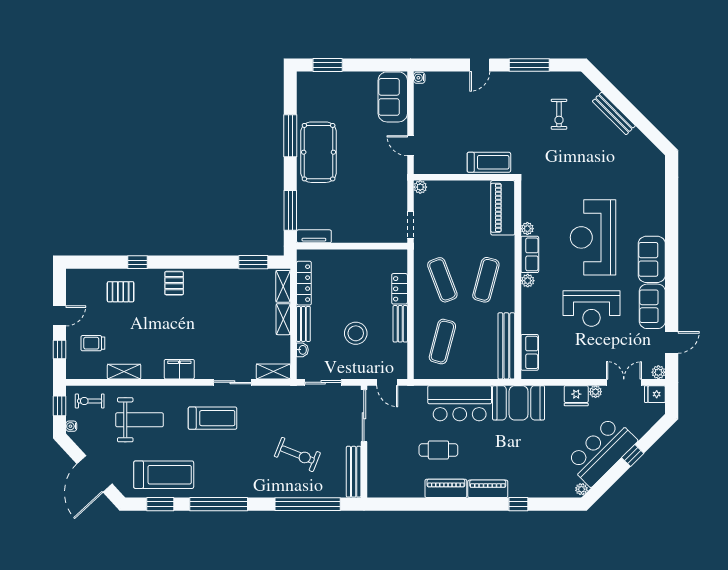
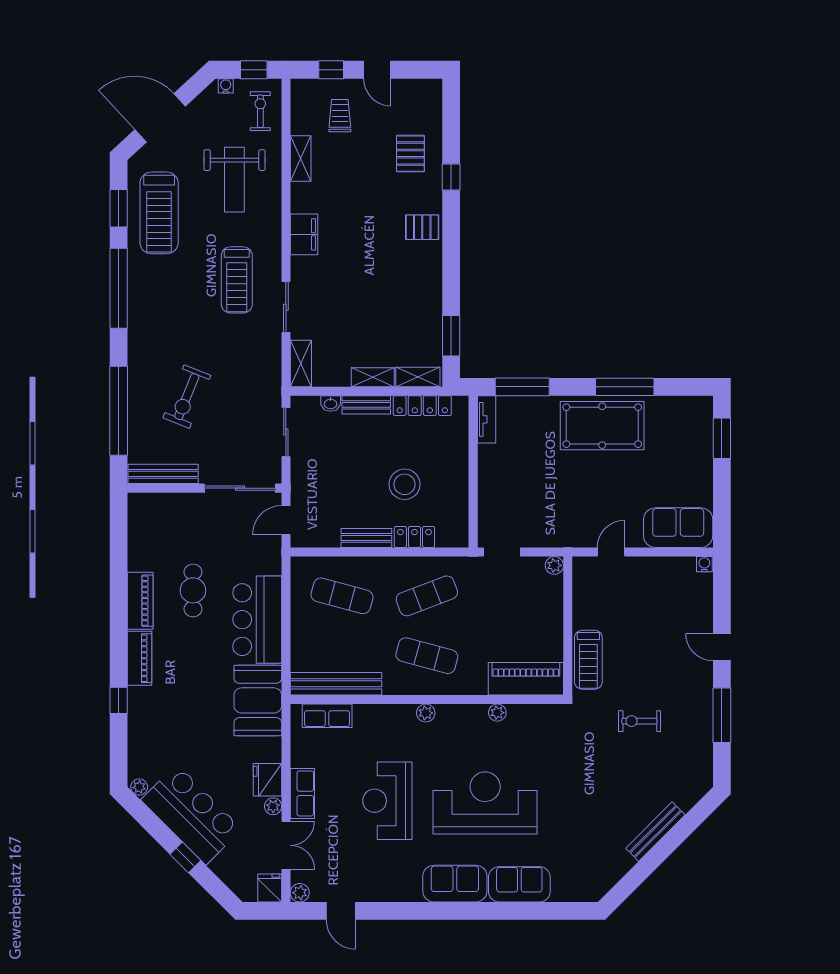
exercise bike: (559, 114) -> (639, 721), moved
row of seats: (530, 254) -> (302, 793), moved, turned -90
sofa: (652, 306) -> (519, 884), moved
stool: (356, 333) -> (405, 484), moved

